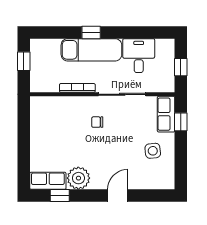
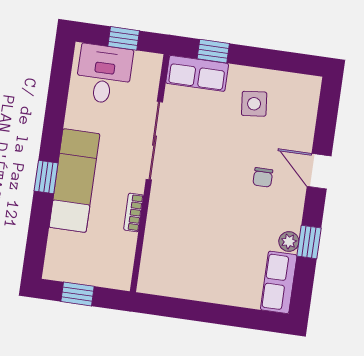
desk: (139, 56) -> (104, 74), moved, turned 90
bookcase: (77, 88) -> (134, 212), width x0.64
chair: (97, 122) -> (263, 177), moved
plant: (78, 178) -> (289, 241), width x0.53, depth x0.53
window: (60, 195) -> (309, 242), moved

